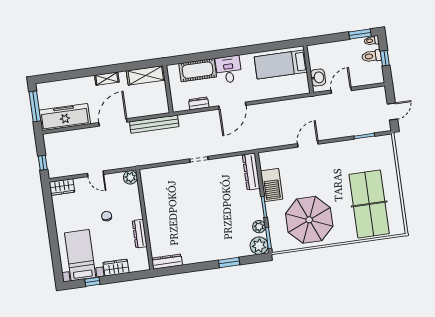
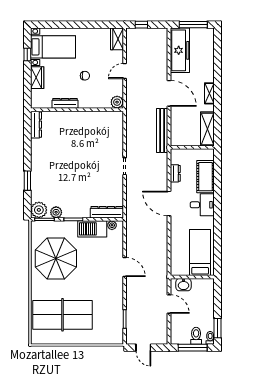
window: (385, 58) -> (193, 348), width x2.17
plant: (265, 164) -> (112, 225), added

